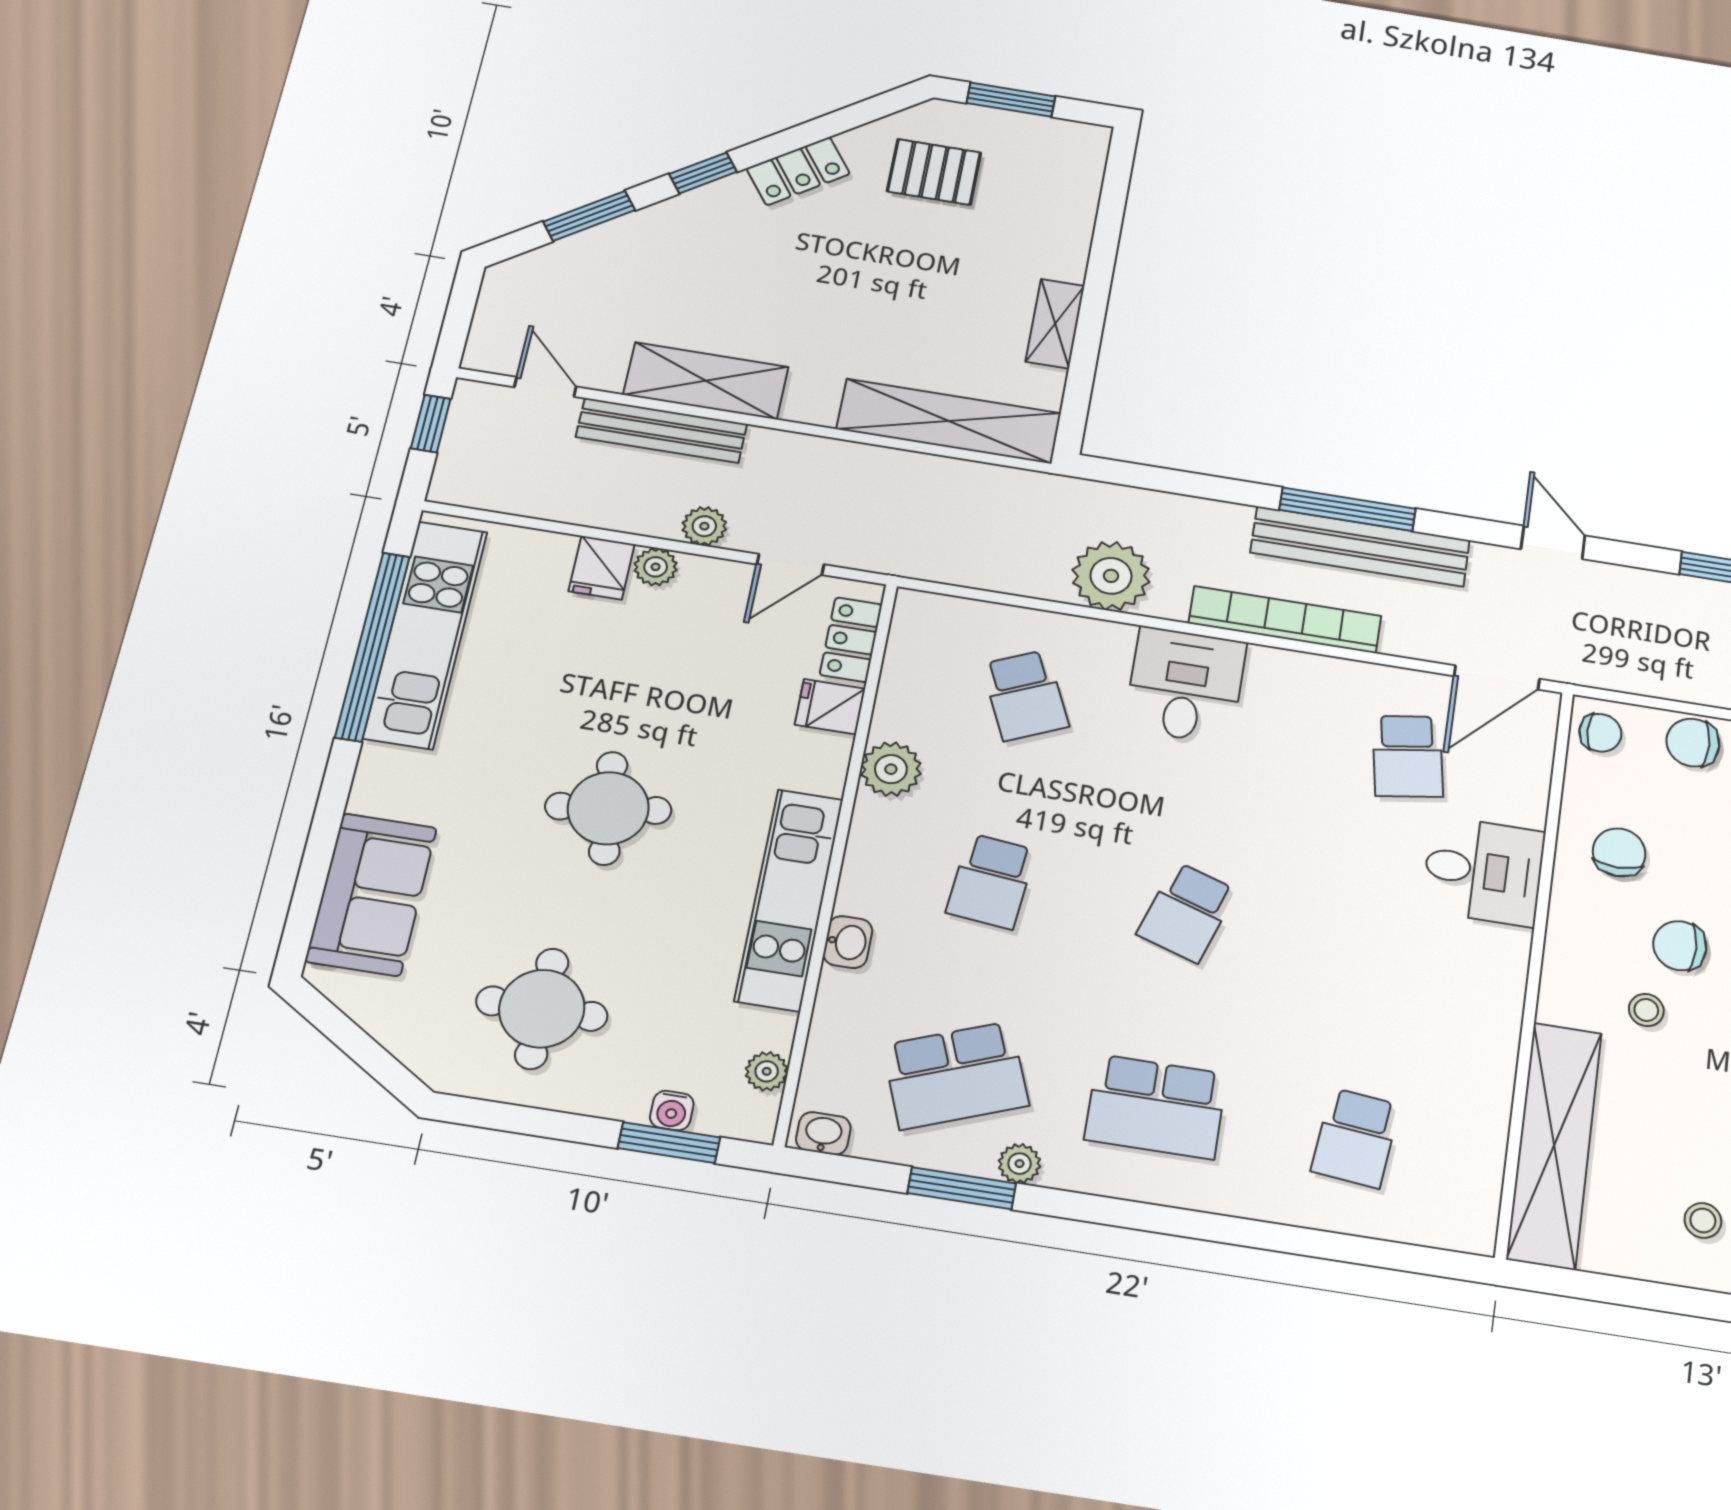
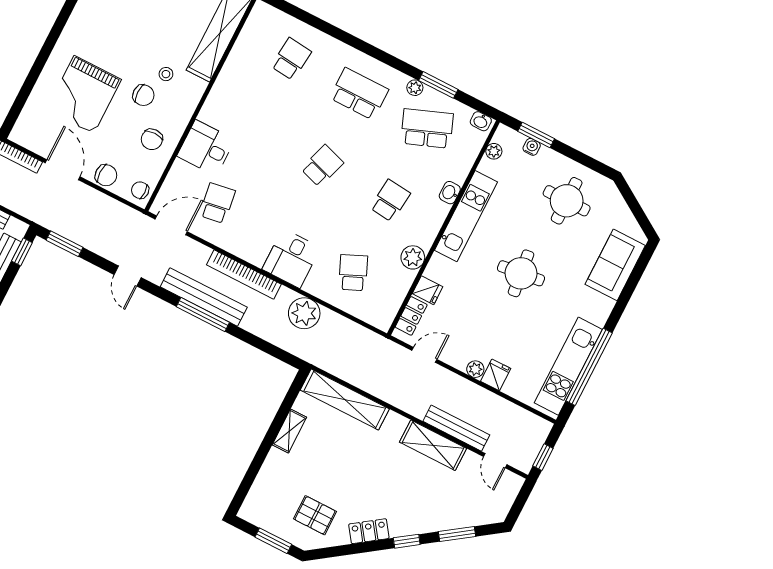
plant: (704, 526) -> (452, 381), removed

